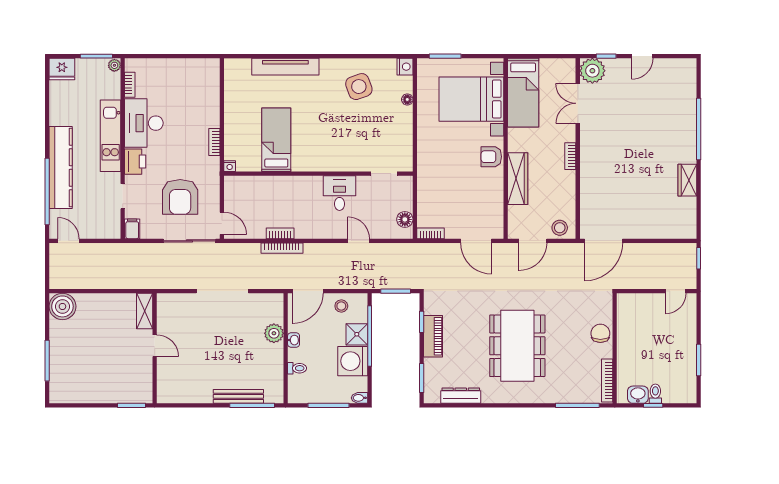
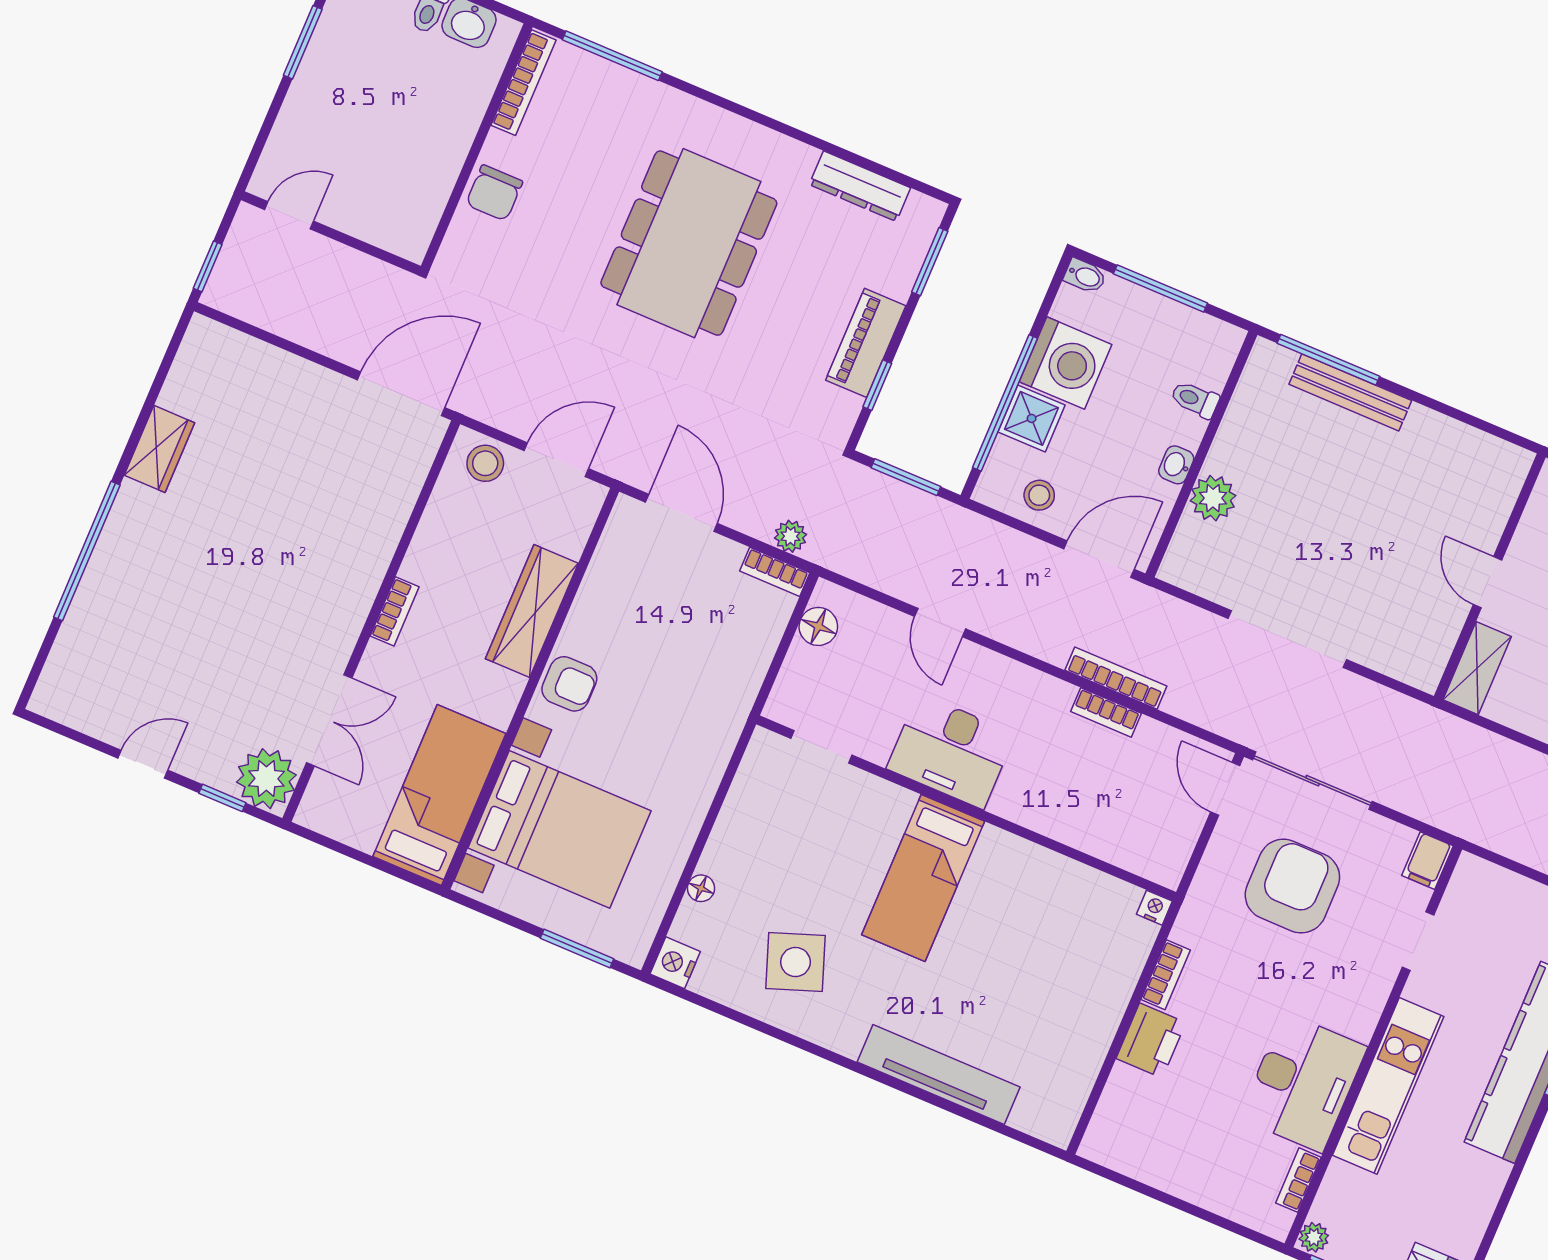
bed: (276, 140) -> (923, 878), moved
printer: (135, 162) -> (1151, 1040), moved, turned 180
desk: (339, 193) -> (951, 751), width x1.37
plant: (430, 250) -> (790, 536), added

